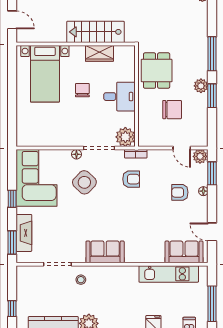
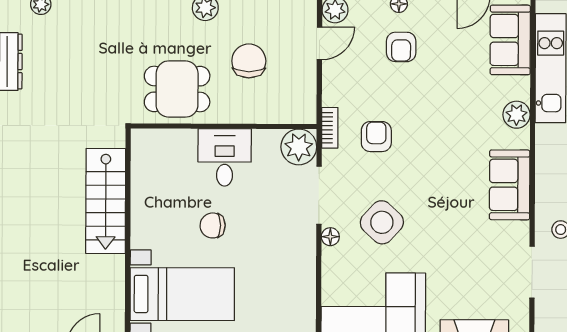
wardrobe: (99, 53) -> (145, 194), removed
plant: (143, 255) -> (517, 115), added

